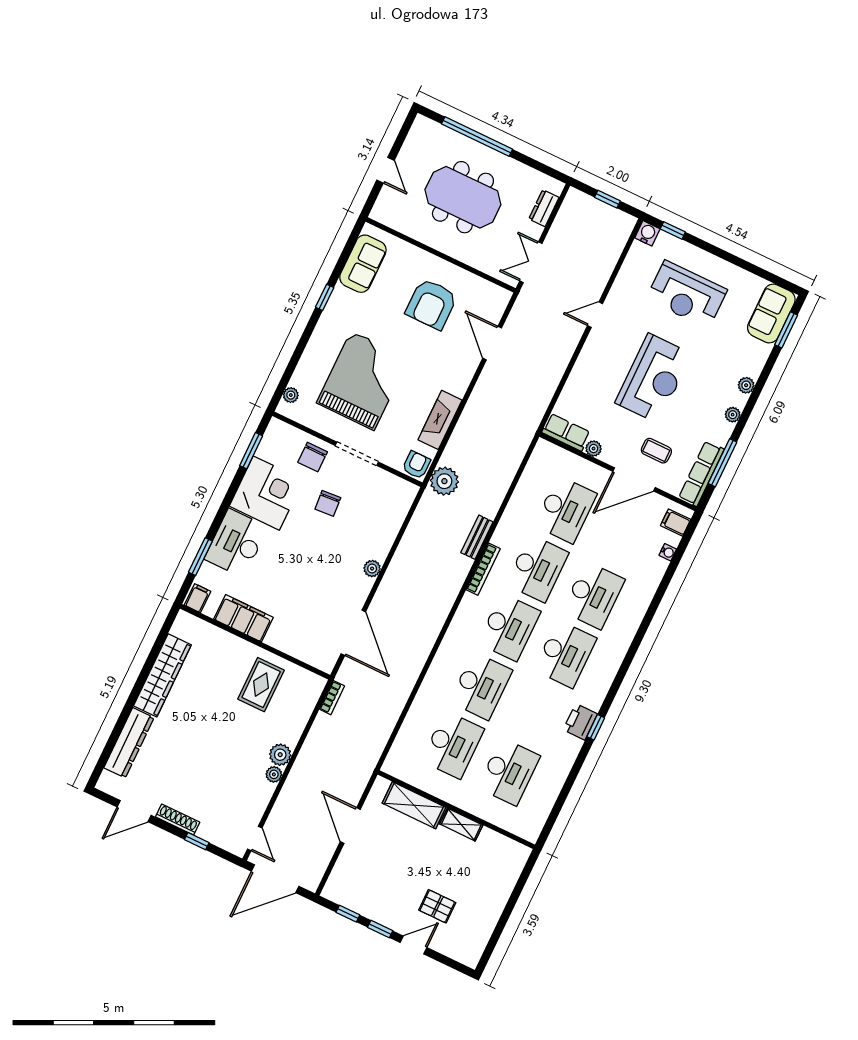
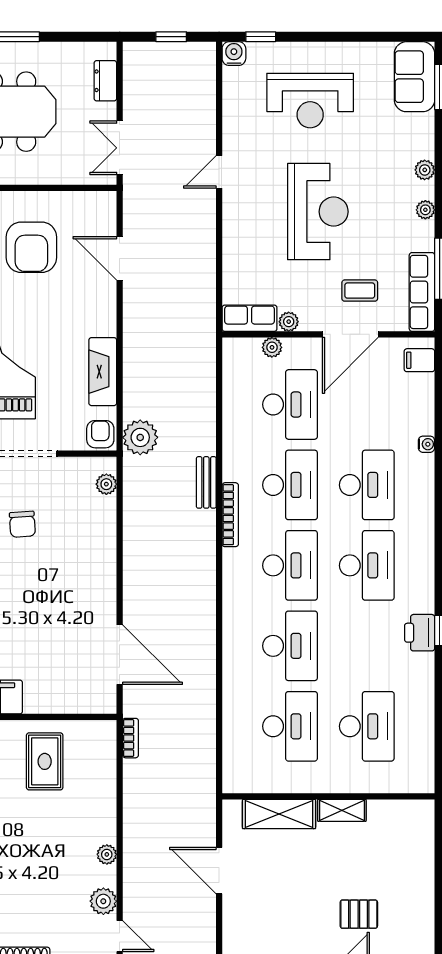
plant: (572, 461) -> (272, 347), added
water cooler: (668, 552) -> (426, 444), moved
plant: (372, 569) -> (106, 484), moved
plant: (280, 755) -> (103, 901), moved

